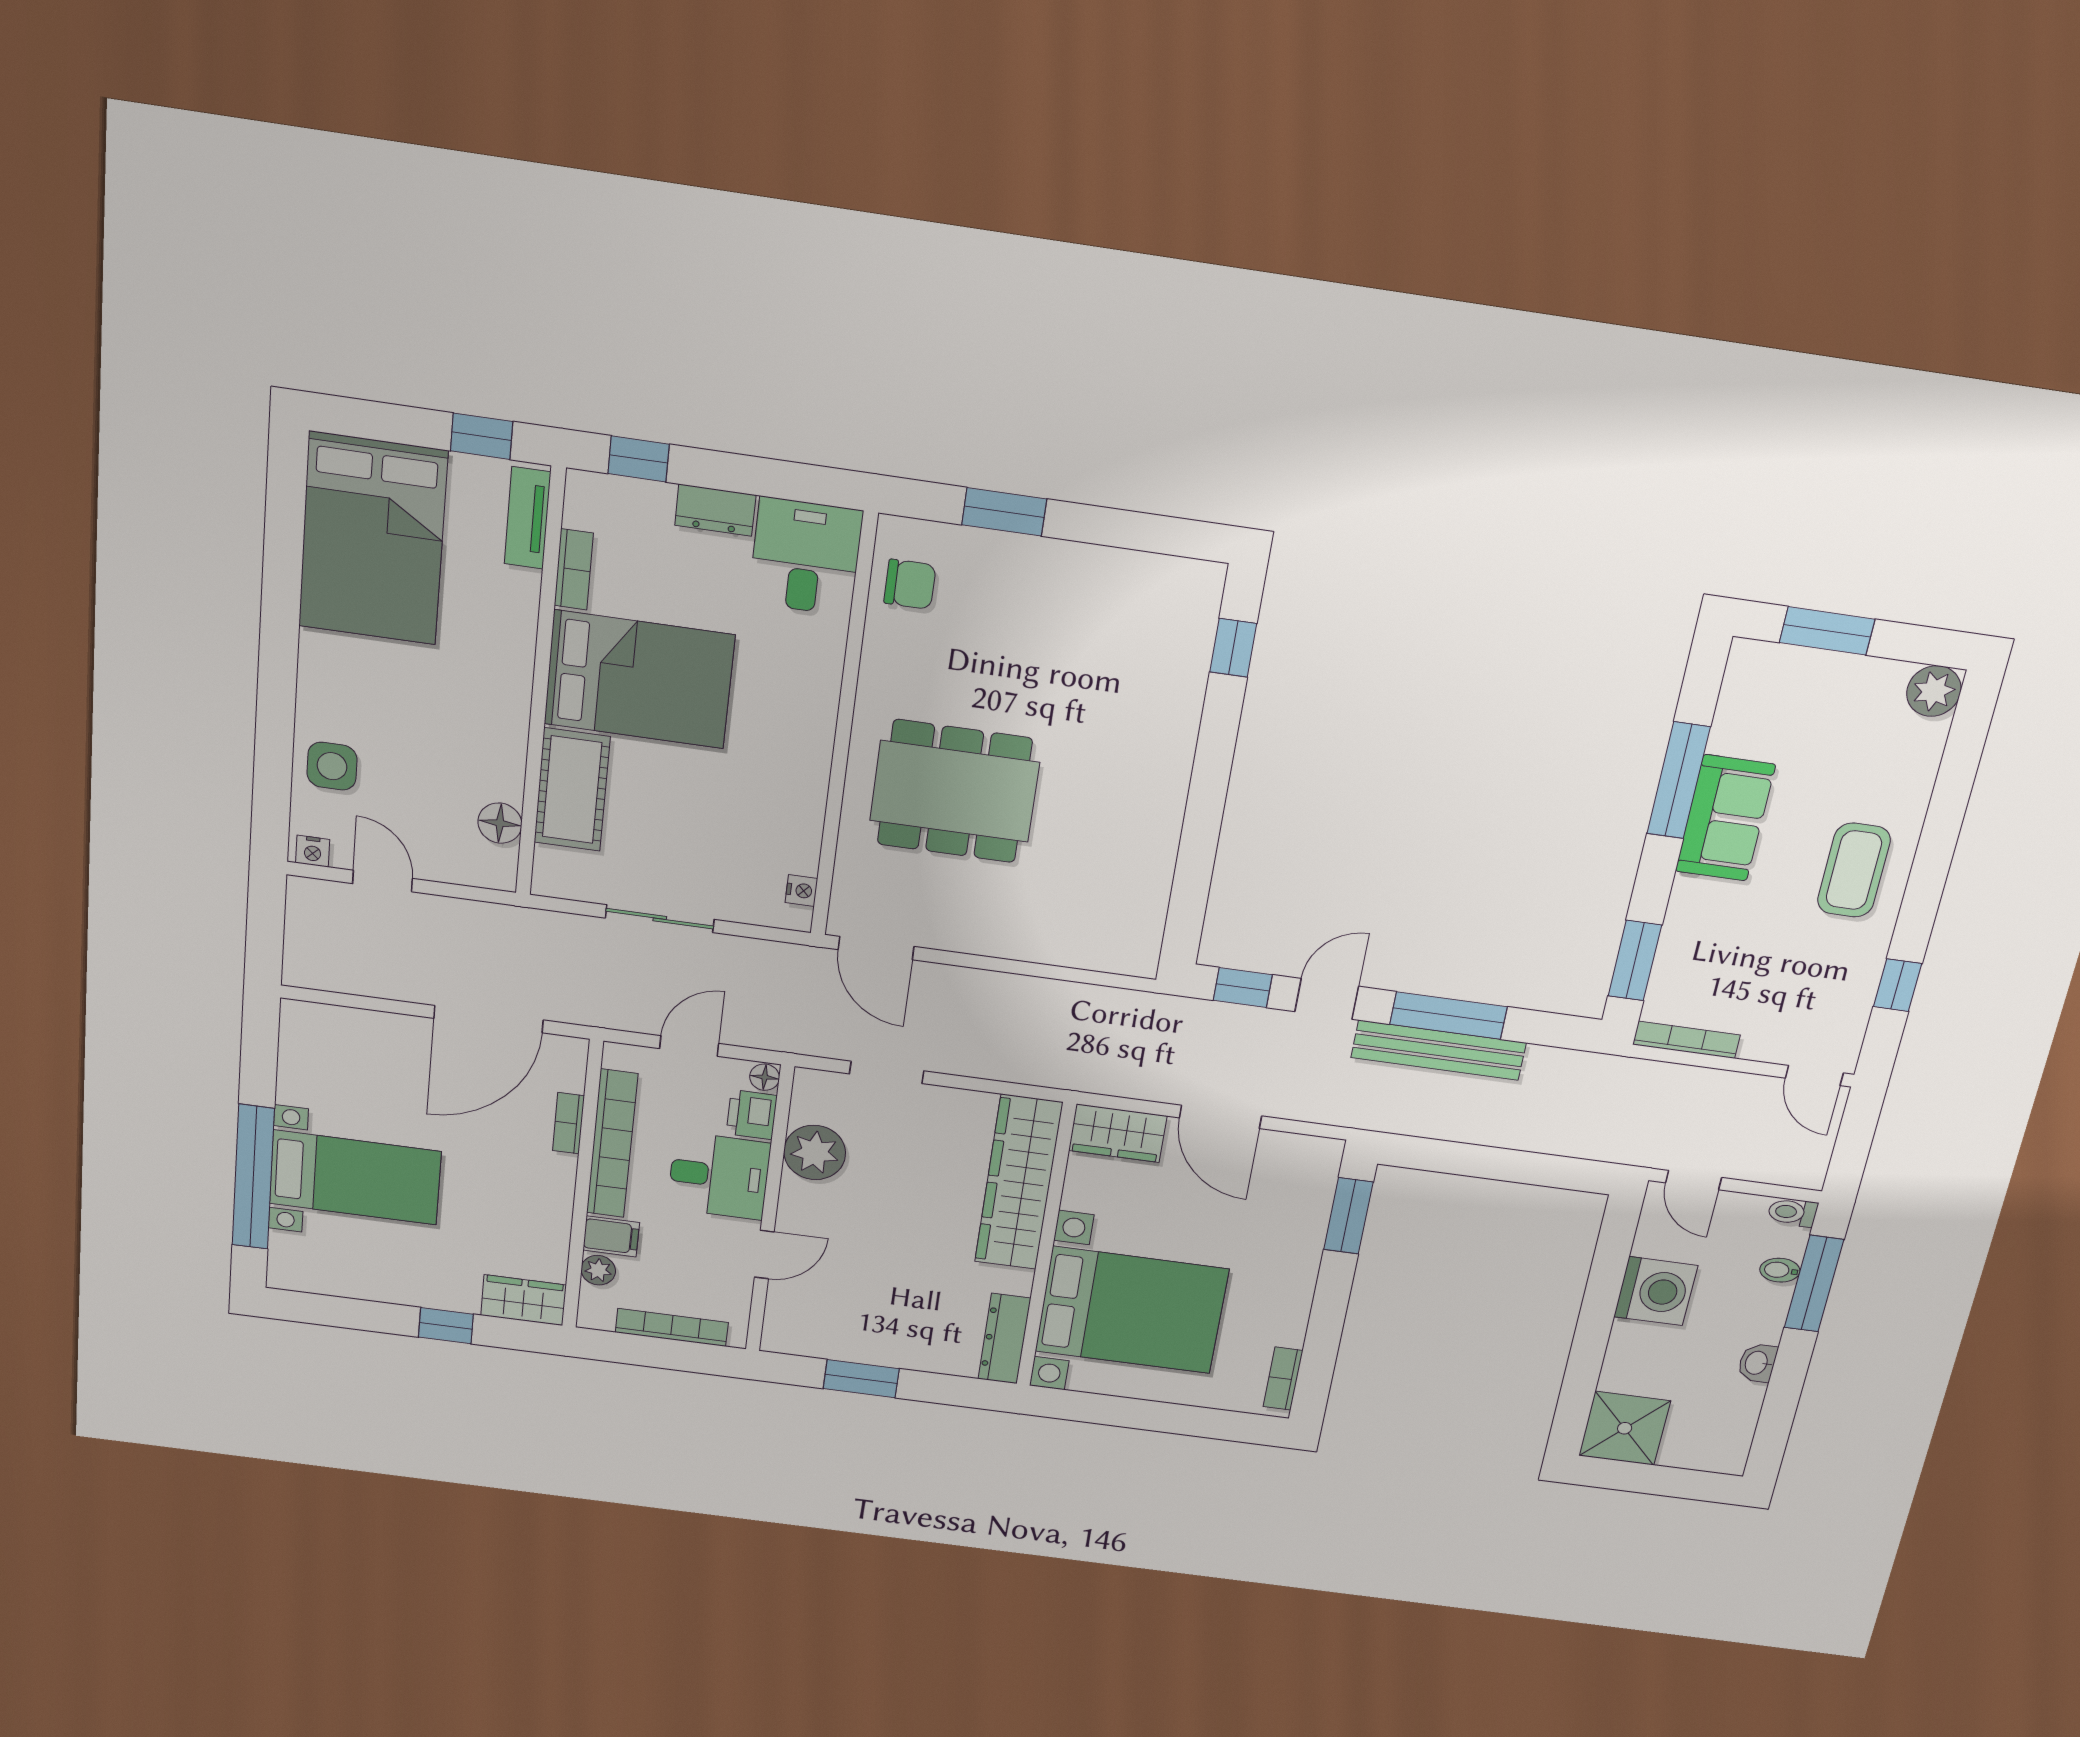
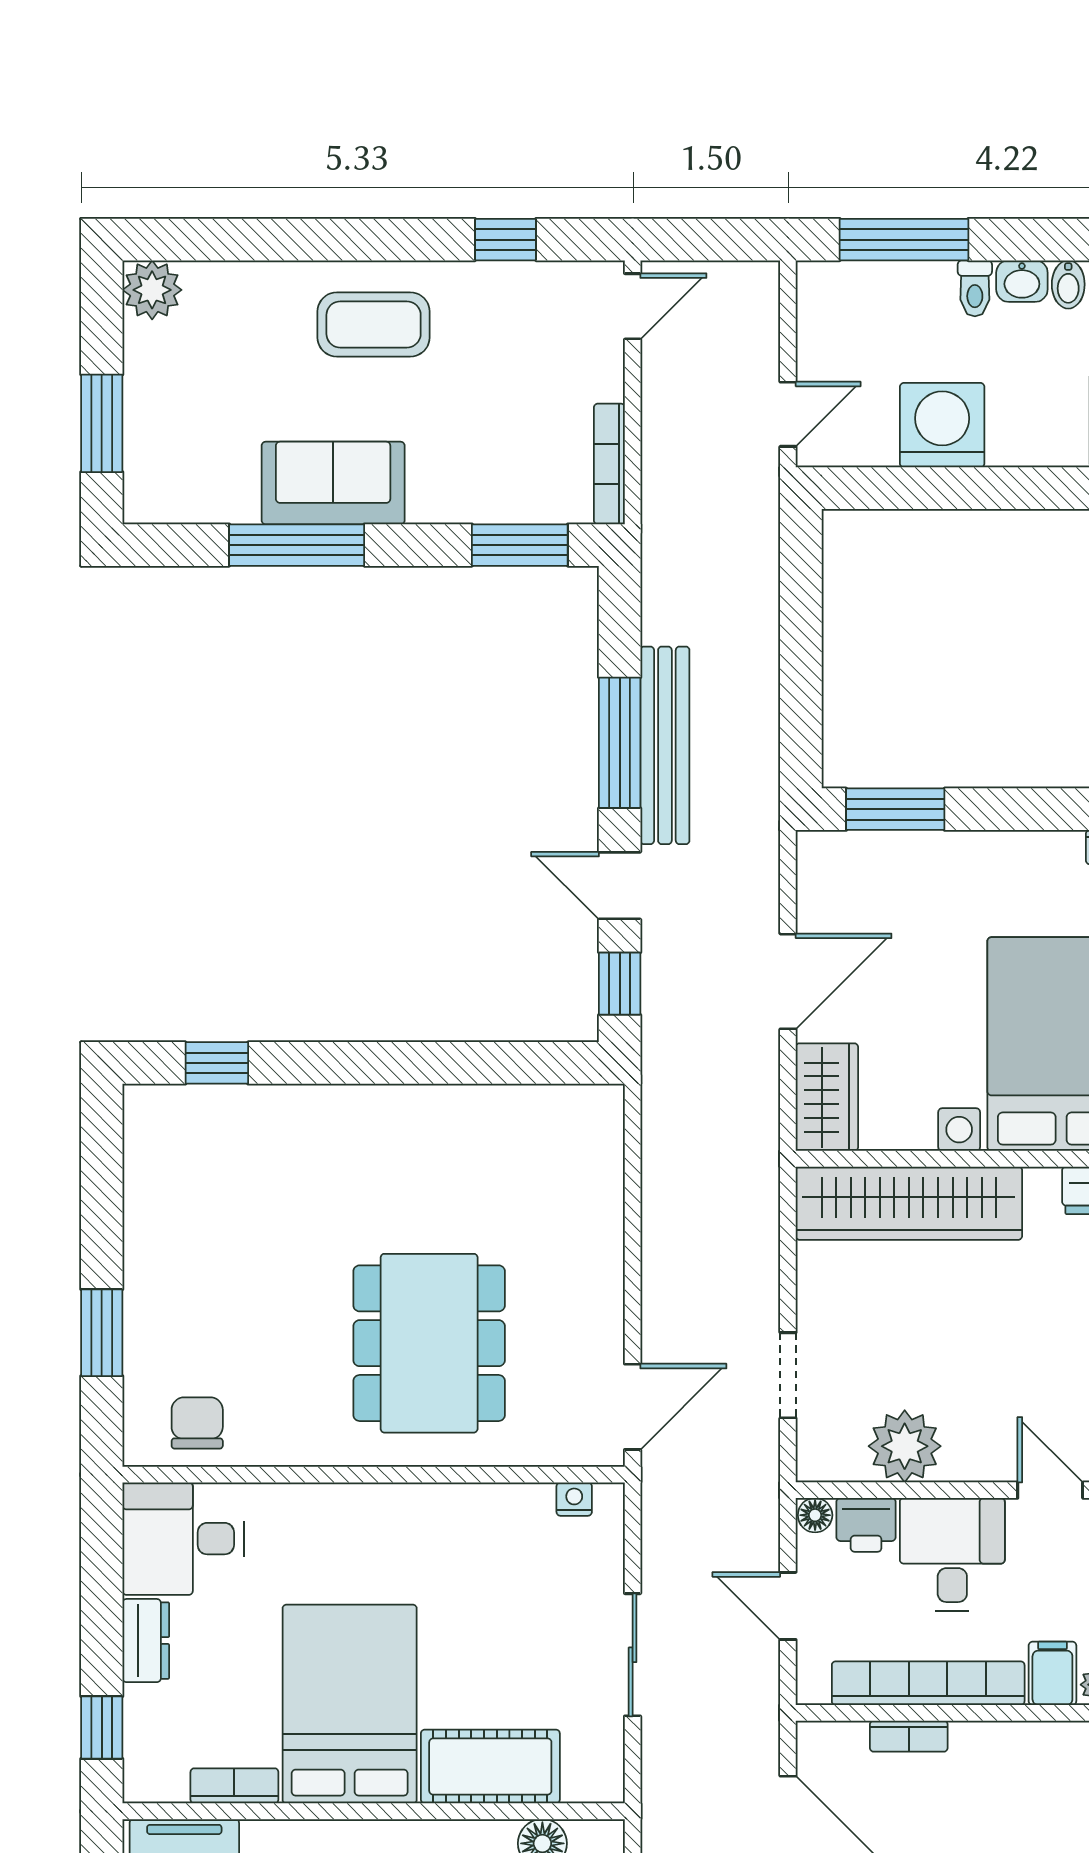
toilet: (1792, 1212) -> (975, 288), moved
bidet: (1780, 1270) -> (1068, 284), moved

